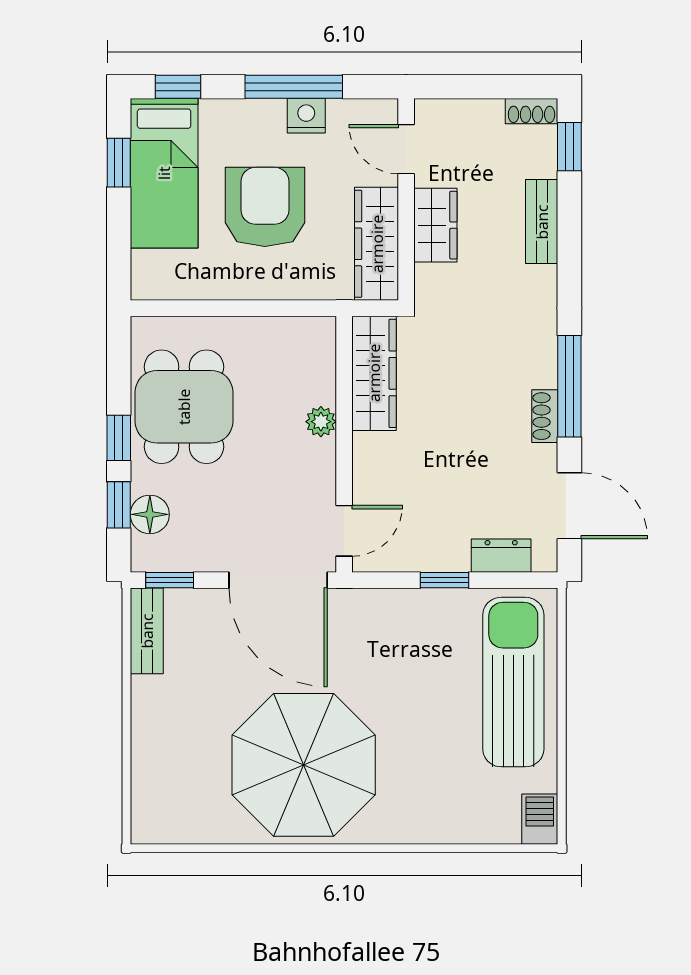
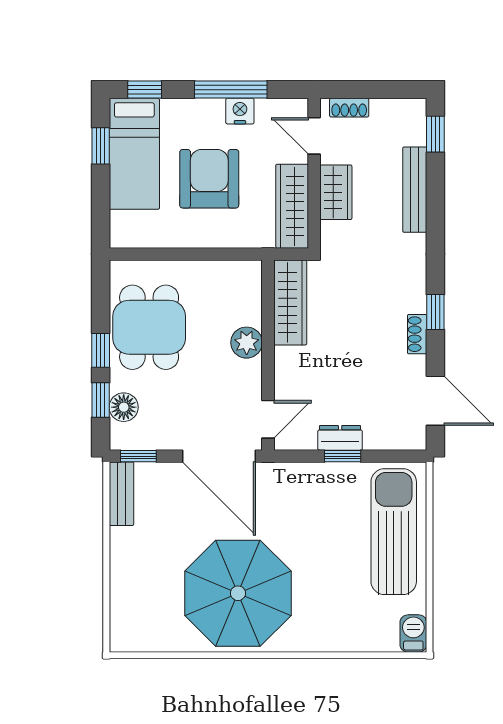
shoe rack: (532, 111) -> (349, 108), moved
bench: (542, 222) -> (415, 190), width x1.36
window: (569, 386) -> (435, 312), width x0.46
plant: (321, 422) -> (247, 343), width x1.38, depth x1.38
dresser: (501, 556) -> (340, 438), moved

